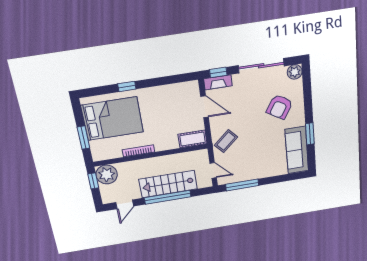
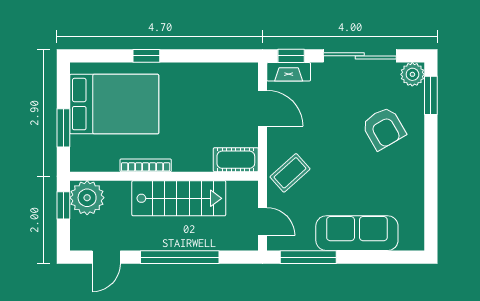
armchair: (280, 107) -> (384, 128), turned -61
window: (310, 134) -> (431, 95), moved
sofa: (297, 150) -> (357, 233), moved, turned 90
stairs: (168, 184) -> (179, 198), moved, turned 180

